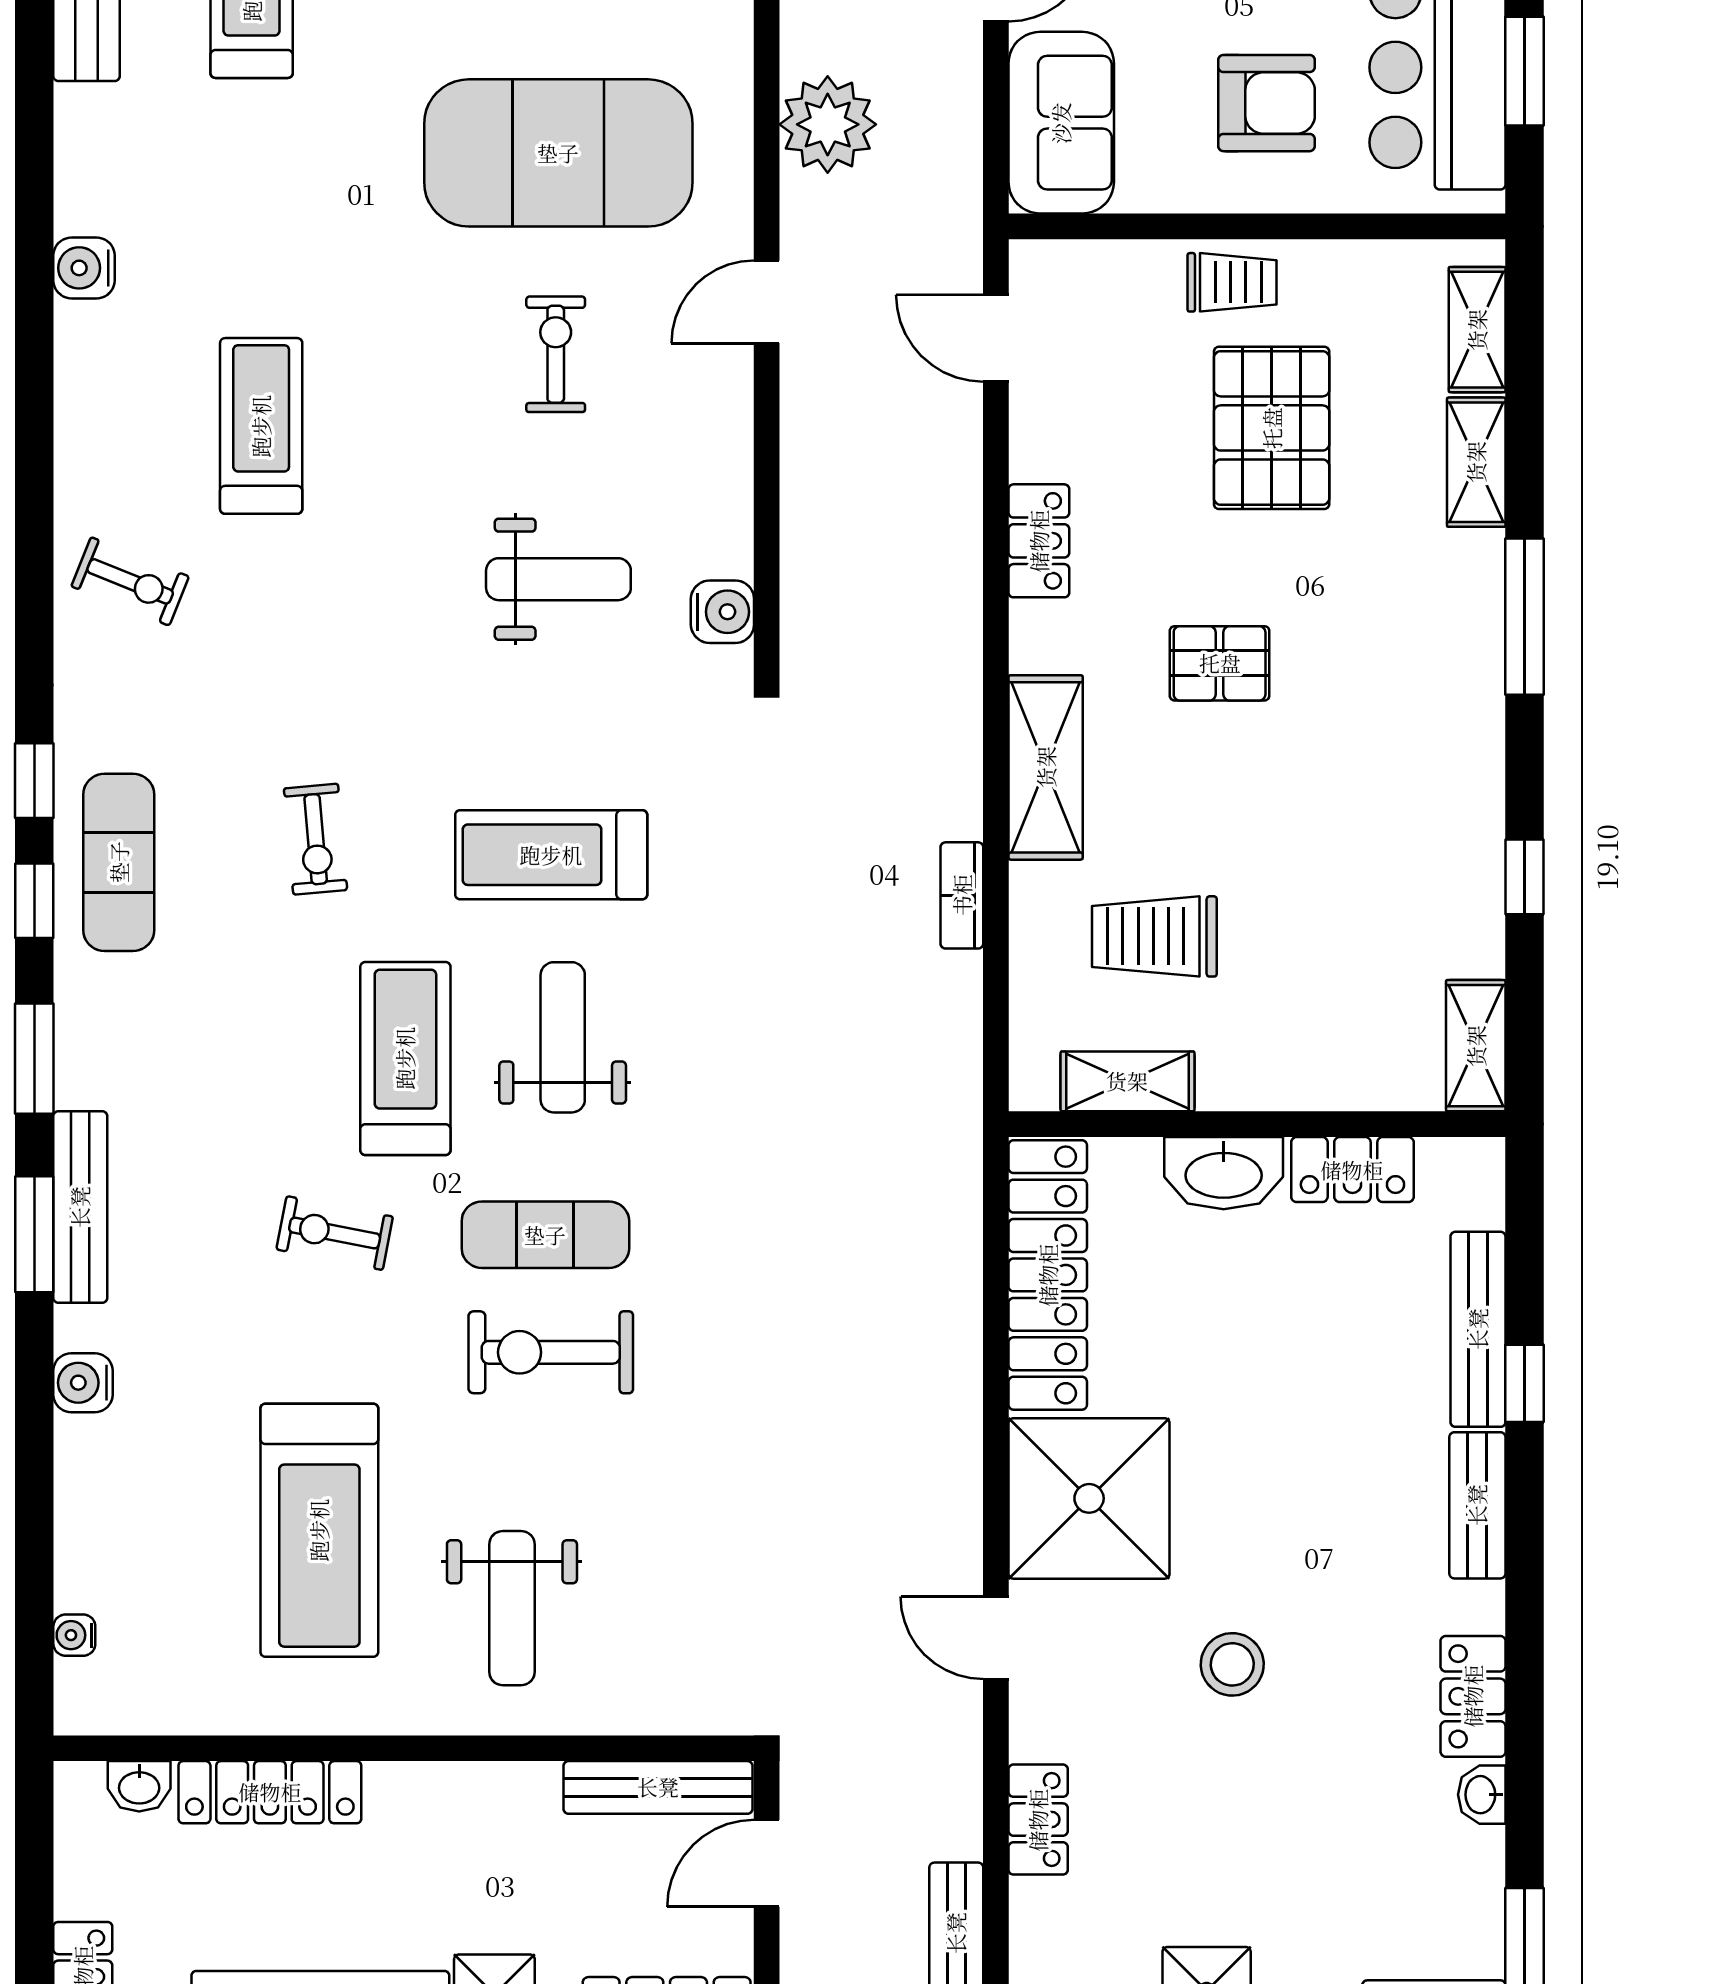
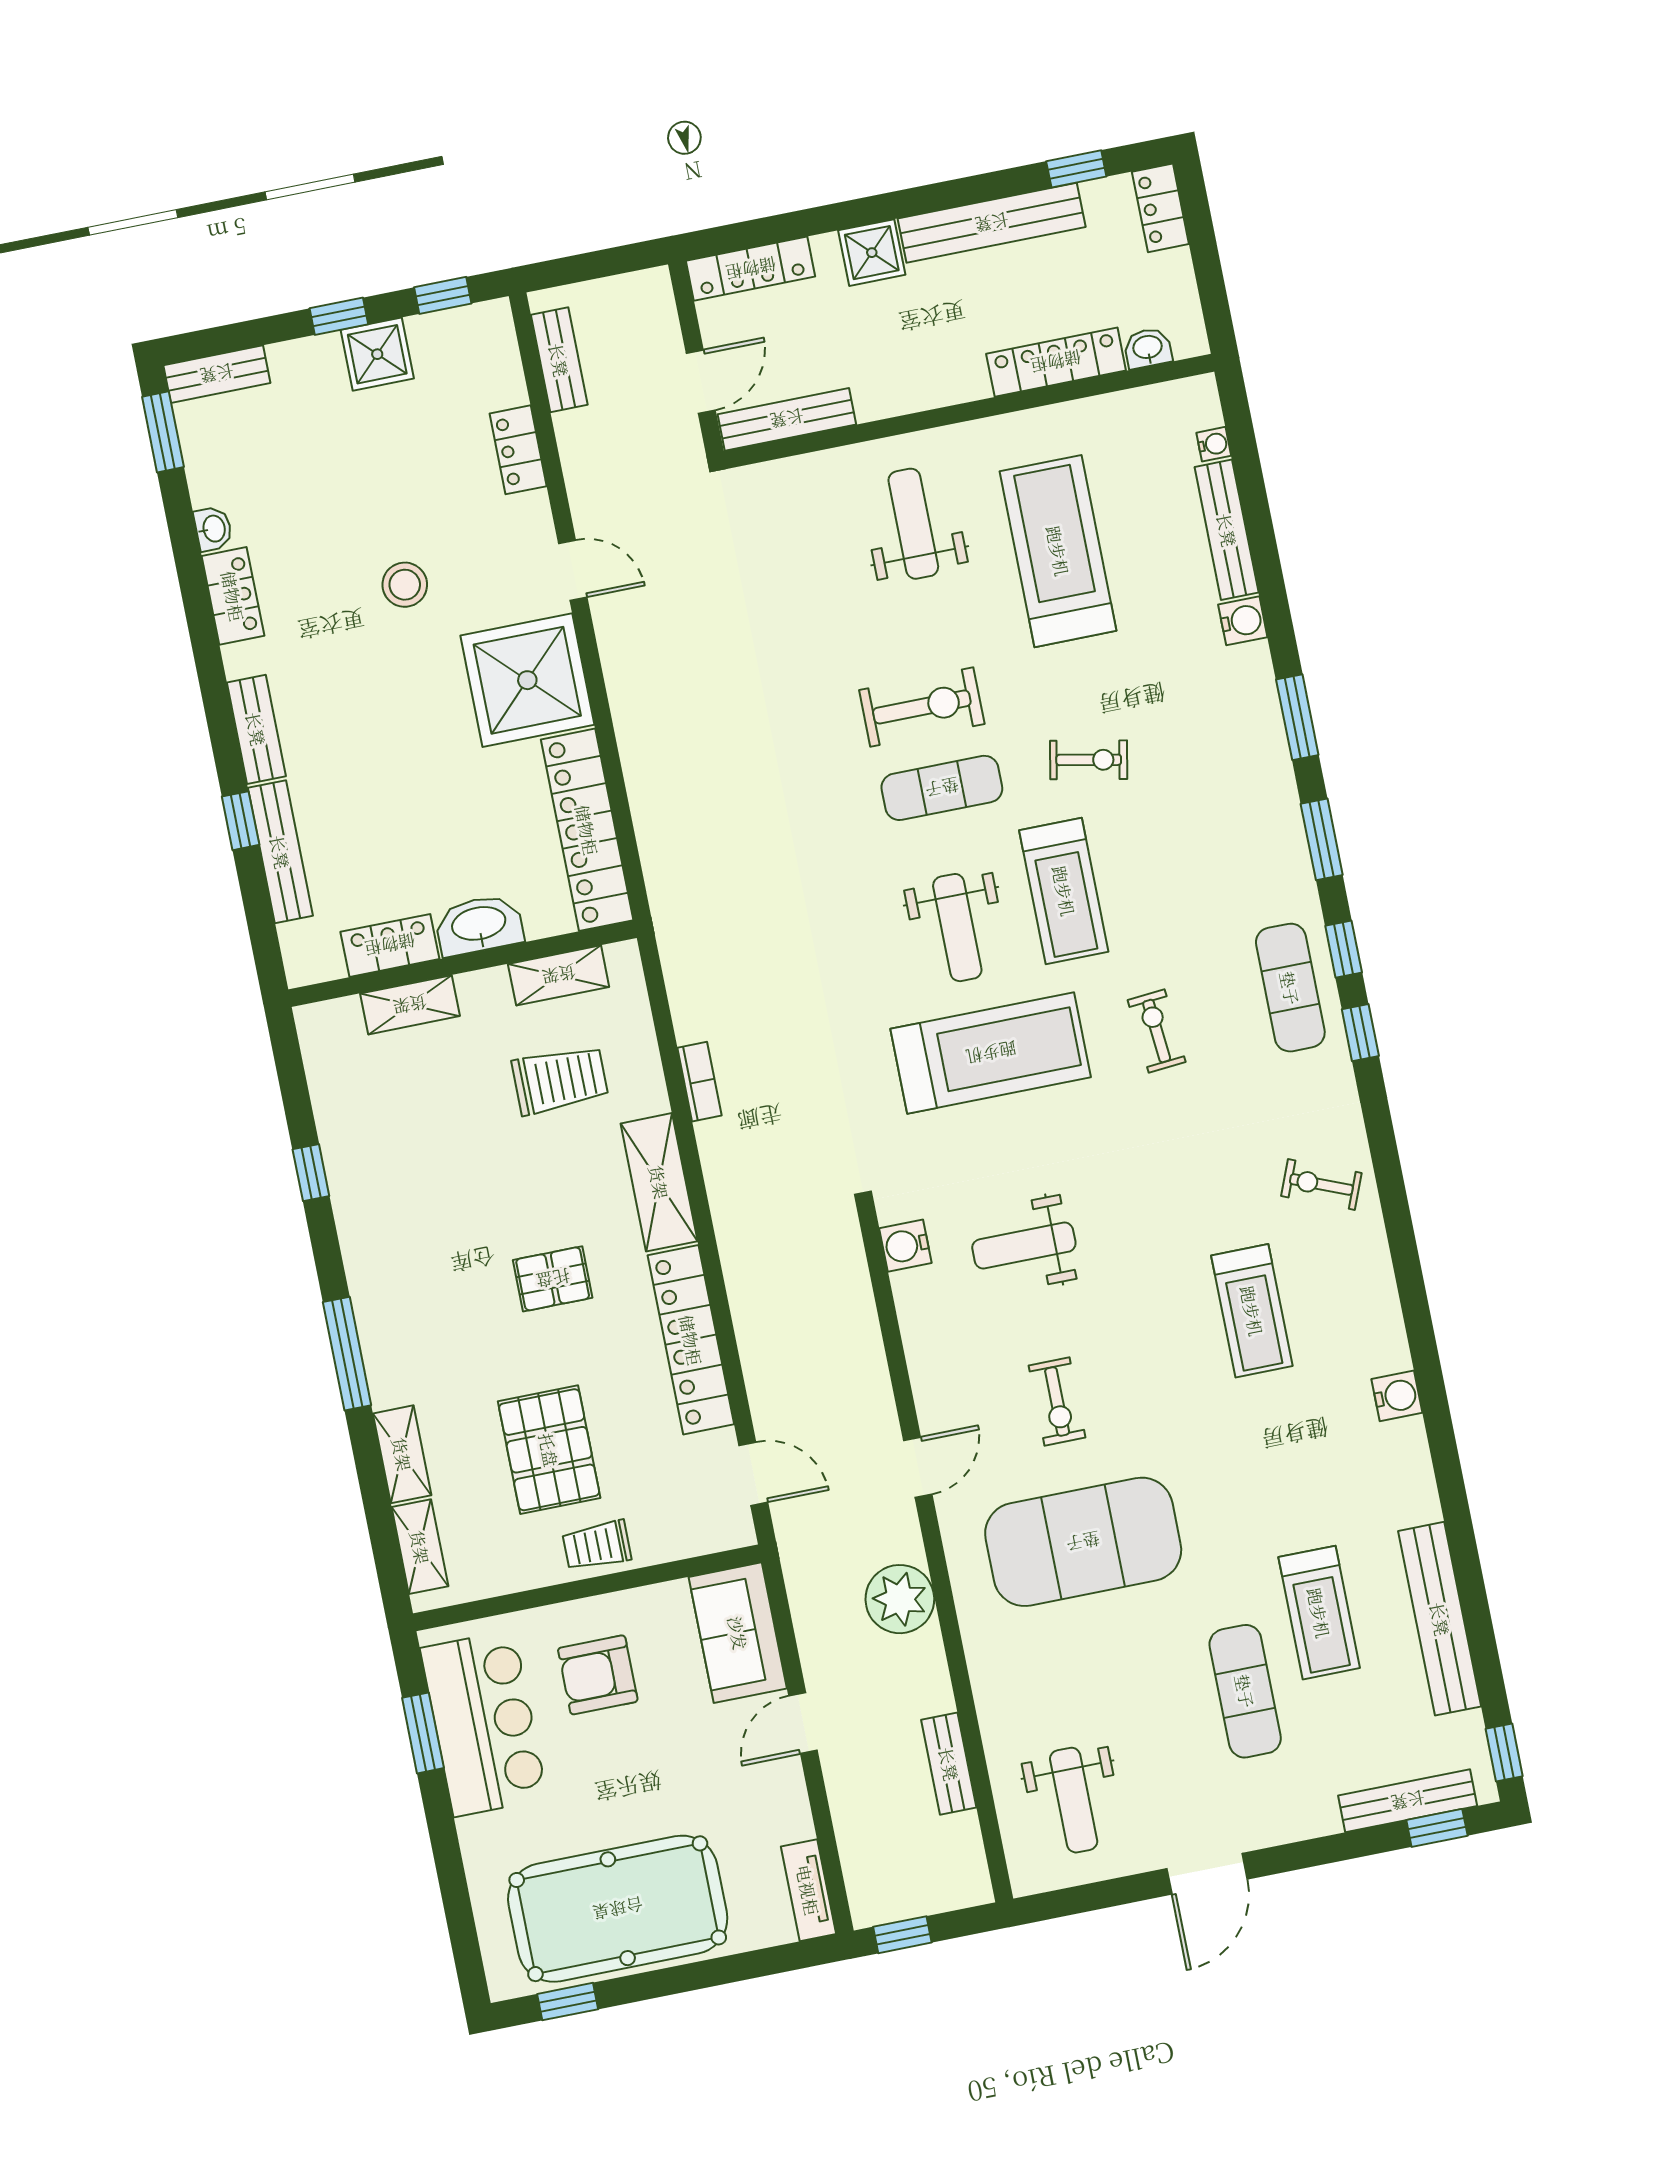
locker: (1039, 541) -> (691, 1340), width x2.16, depth x1.21
treadmill: (551, 855) -> (991, 1053), width x1.37, depth x1.38
shelving: (1476, 1046) -> (410, 1005), moved, turned 90
bench: (80, 1207) -> (1227, 530), moved

